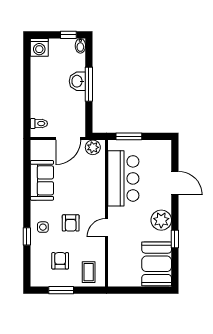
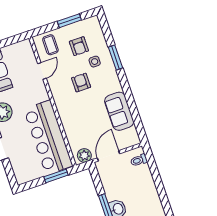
bar counter: (123, 178) -> (48, 137), width x1.36
side table: (43, 227) -> (95, 62), moved
door: (107, 228) -> (42, 71), moved
window: (27, 236) -> (115, 58), width x1.50

